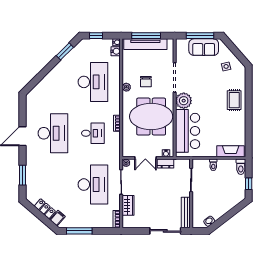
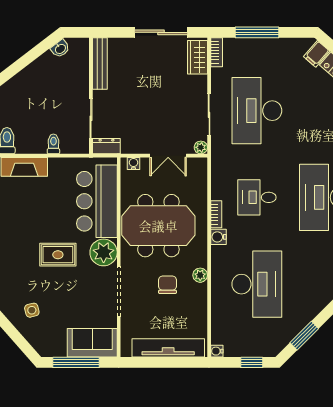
window: (146, 36) -> (167, 362), removed
sofa: (204, 47) -> (92, 343), moved
water cooler: (116, 51) -> (218, 237), moved
desk: (93, 82) -> (257, 284), turned 180
rug: (234, 100) -> (58, 255), moved, turned 90
double door: (145, 158) -> (168, 156), swing flipped
dresser: (165, 164) -> (106, 146), moved
wardrobe: (128, 205) -> (198, 57), moved
window: (79, 231) -> (257, 32), moved
sliding door: (165, 231) -> (161, 32), moved

